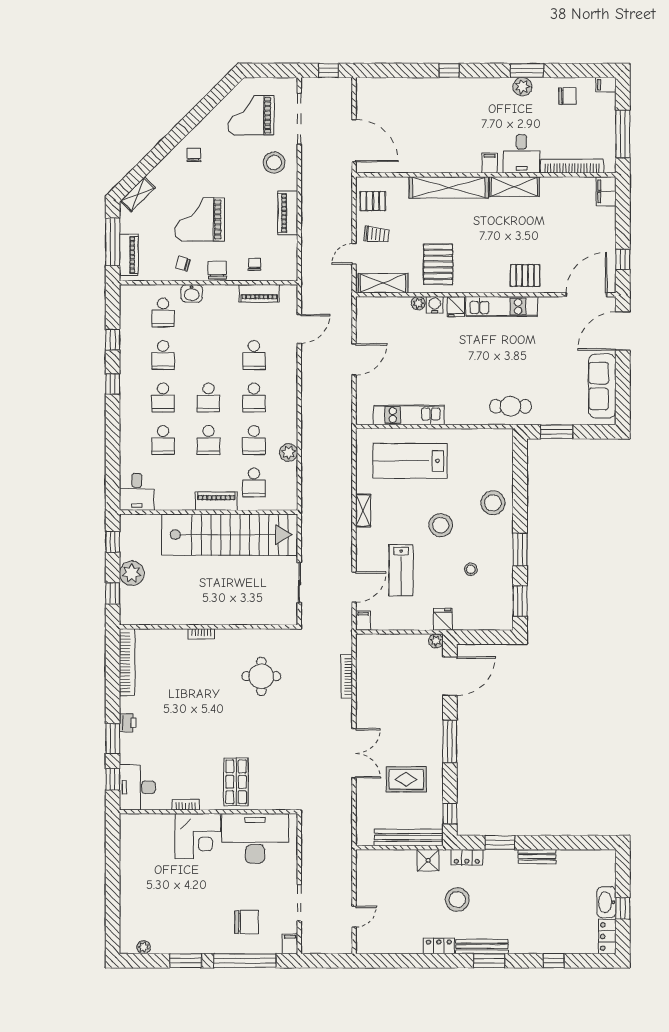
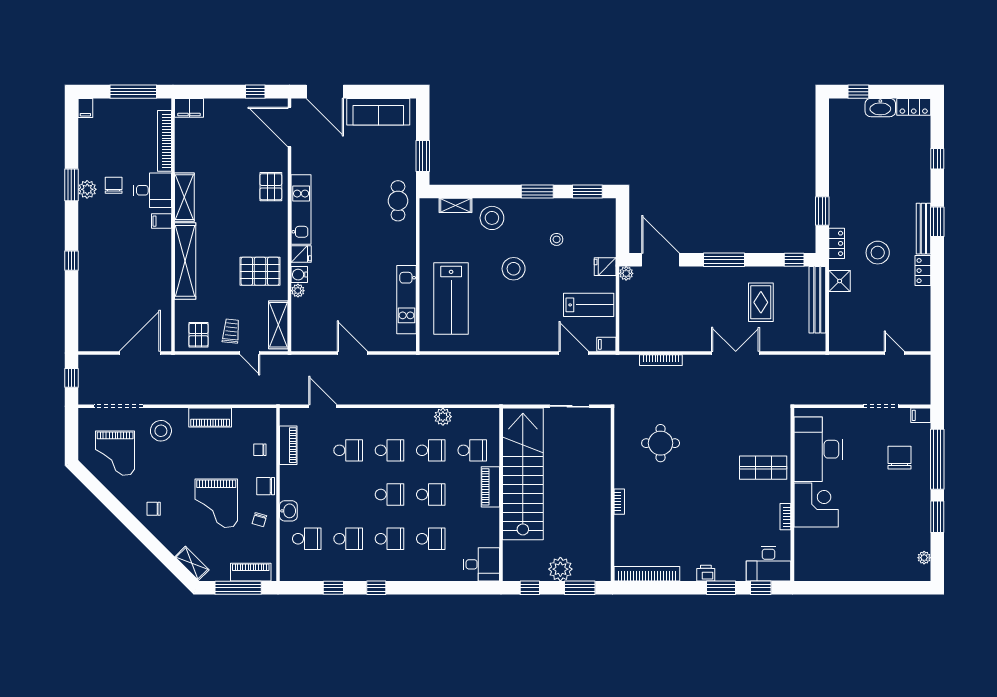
chair: (567, 96) -> (114, 185), moved
shelving: (363, 510) -> (456, 205), moved
lab bench: (401, 570) -> (589, 305), moved
window: (113, 593) -> (580, 588), width x1.50
bench: (537, 857) -> (836, 175), removed
window: (623, 908) -> (858, 92), moved

